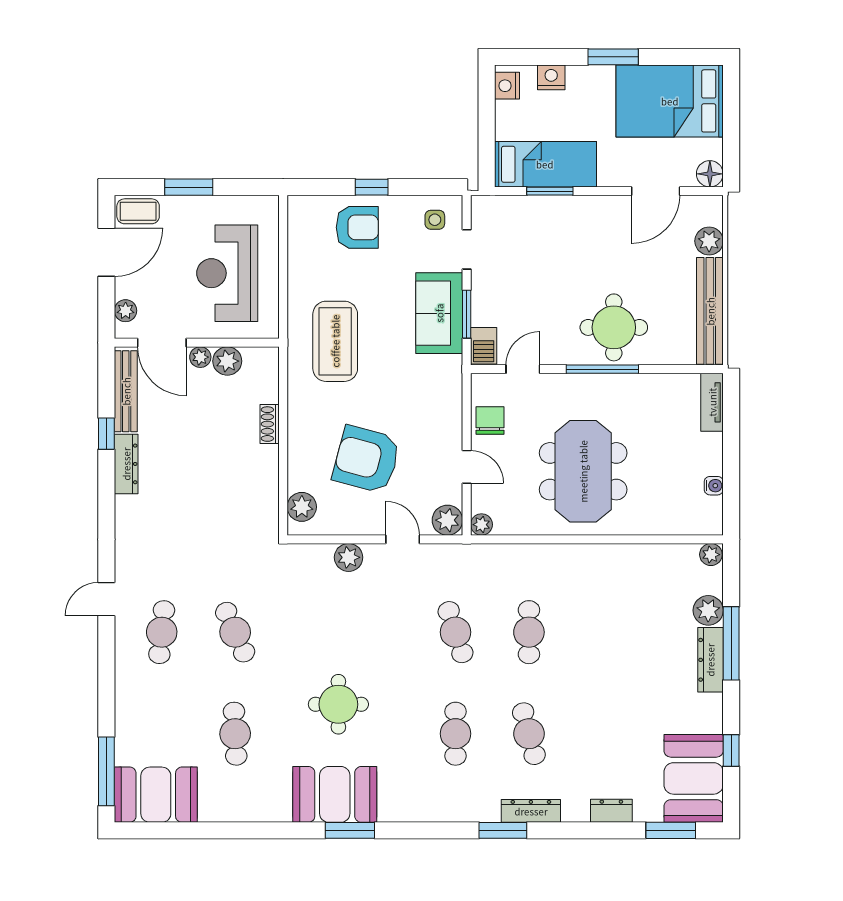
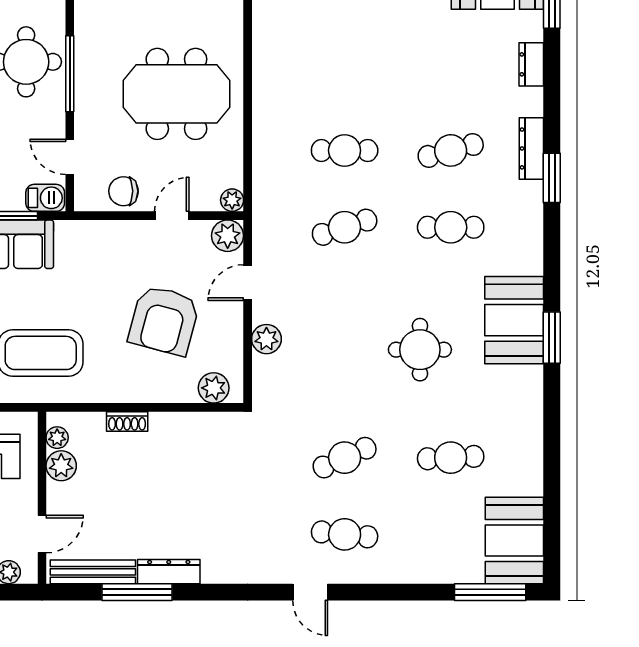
door: (162, 343) -> (42, 534), width x0.73
plant: (200, 357) -> (57, 438), moved
window: (106, 434) -> (137, 592), width x2.17
booth: (335, 794) -> (514, 320), moved

